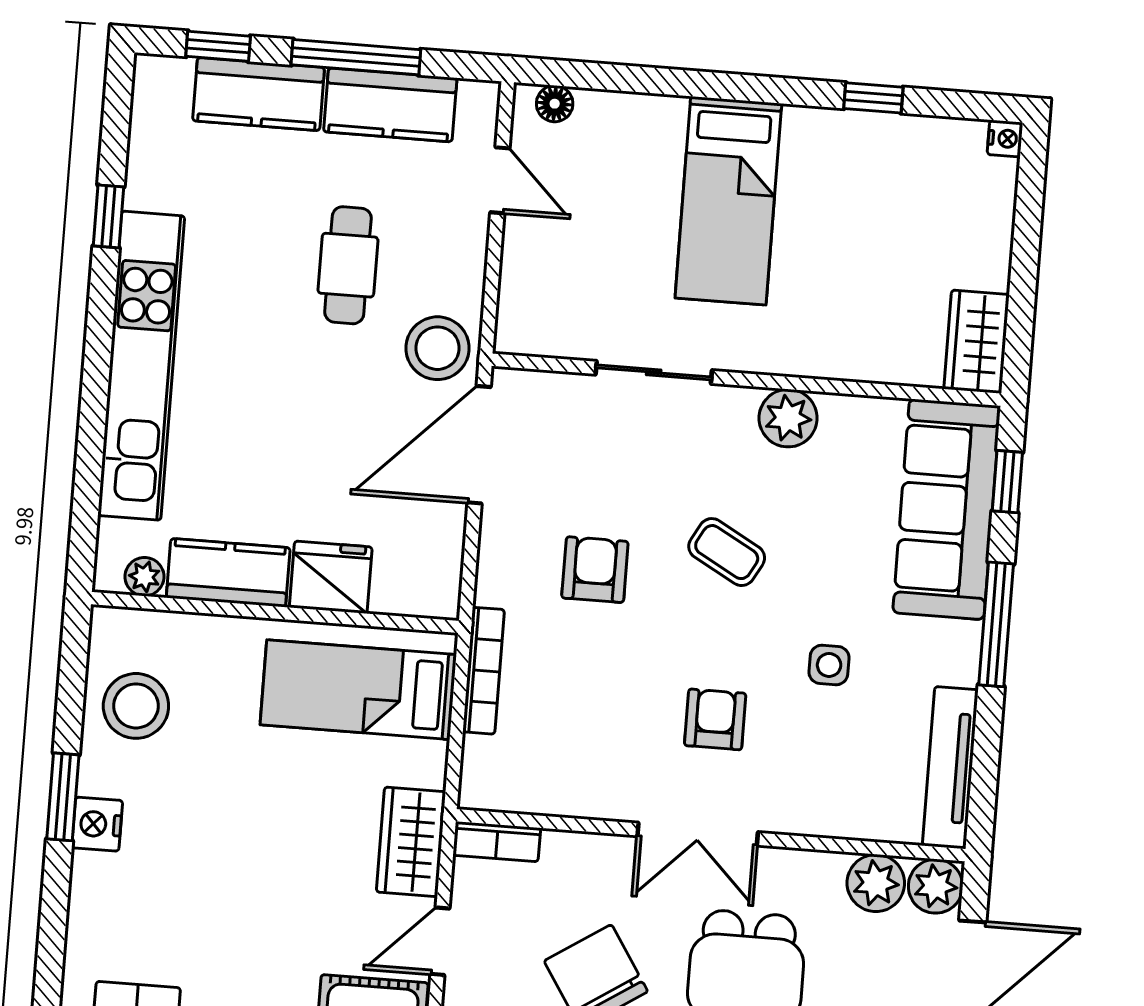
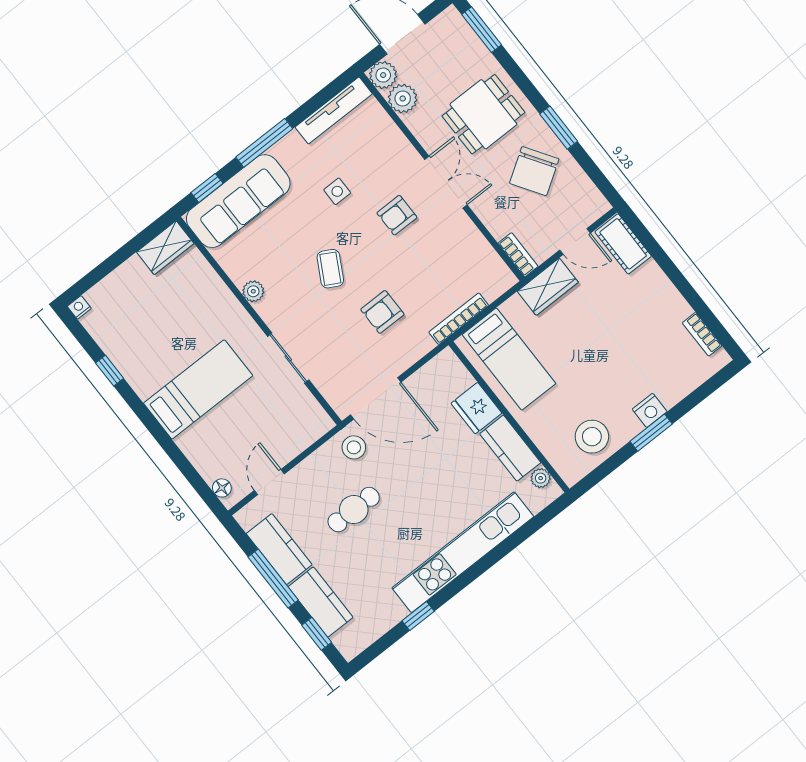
stool: (438, 348) -> (354, 447), width x0.73, depth x0.73
plant: (788, 418) -> (253, 291), width x0.73, depth x0.73

